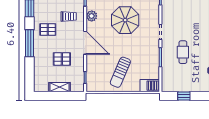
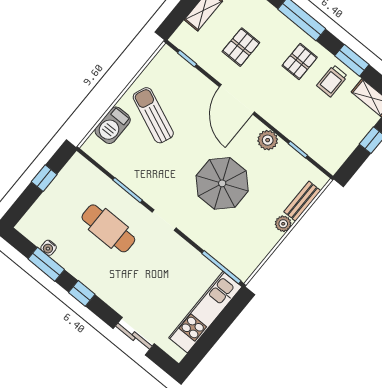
trolley: (69, 16) -> (332, 81), moved
door: (85, 43) -> (237, 99), hinge flipped
cafe table: (183, 52) -> (108, 228), width x1.37, depth x1.35
barbecue: (150, 86) -> (113, 125), moved

